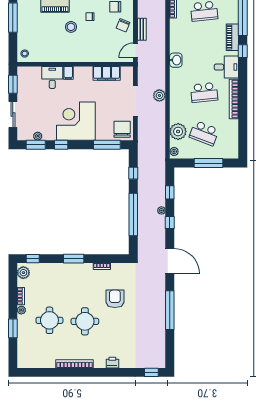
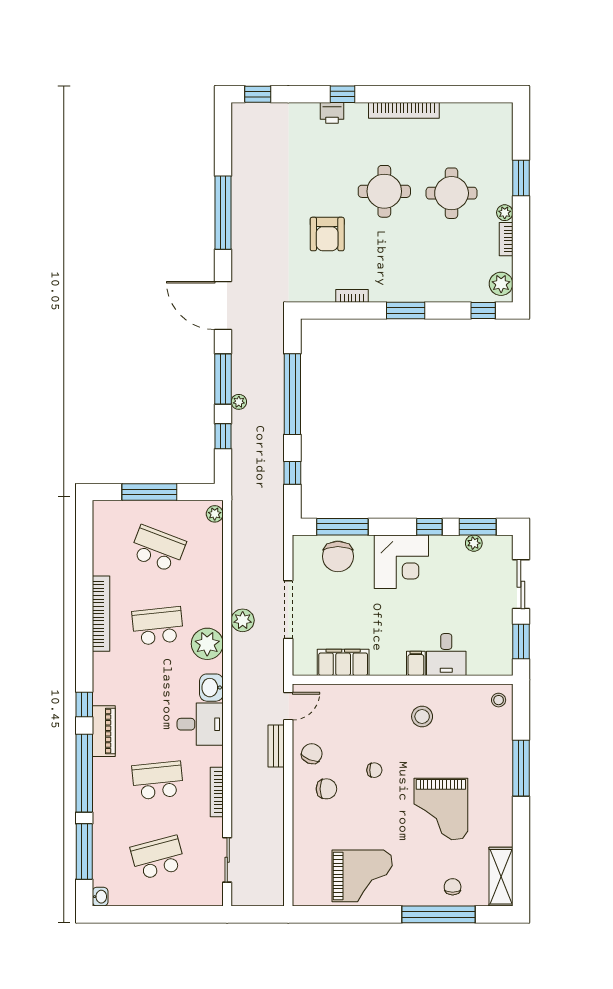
stool: (71, 27) -> (422, 716), moved
desk: (226, 67) -> (200, 724), moved, turned 180
corner desk: (76, 121) -> (401, 562), width x0.74, depth x0.74
chair: (122, 129) -> (338, 556), moved
plant: (178, 131) -> (207, 644), moved
window: (170, 223) -> (223, 379), width x2.17
window: (107, 372) -> (342, 94), added

